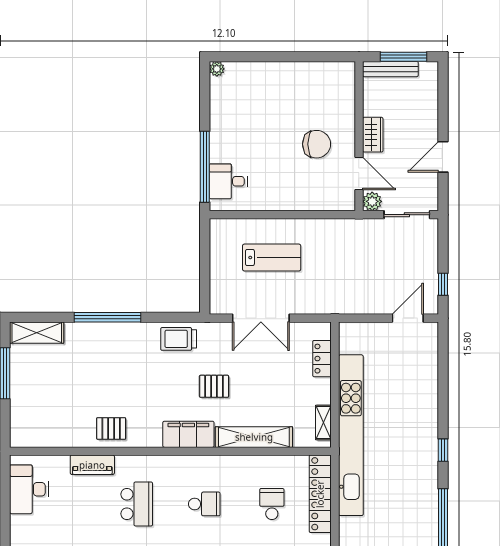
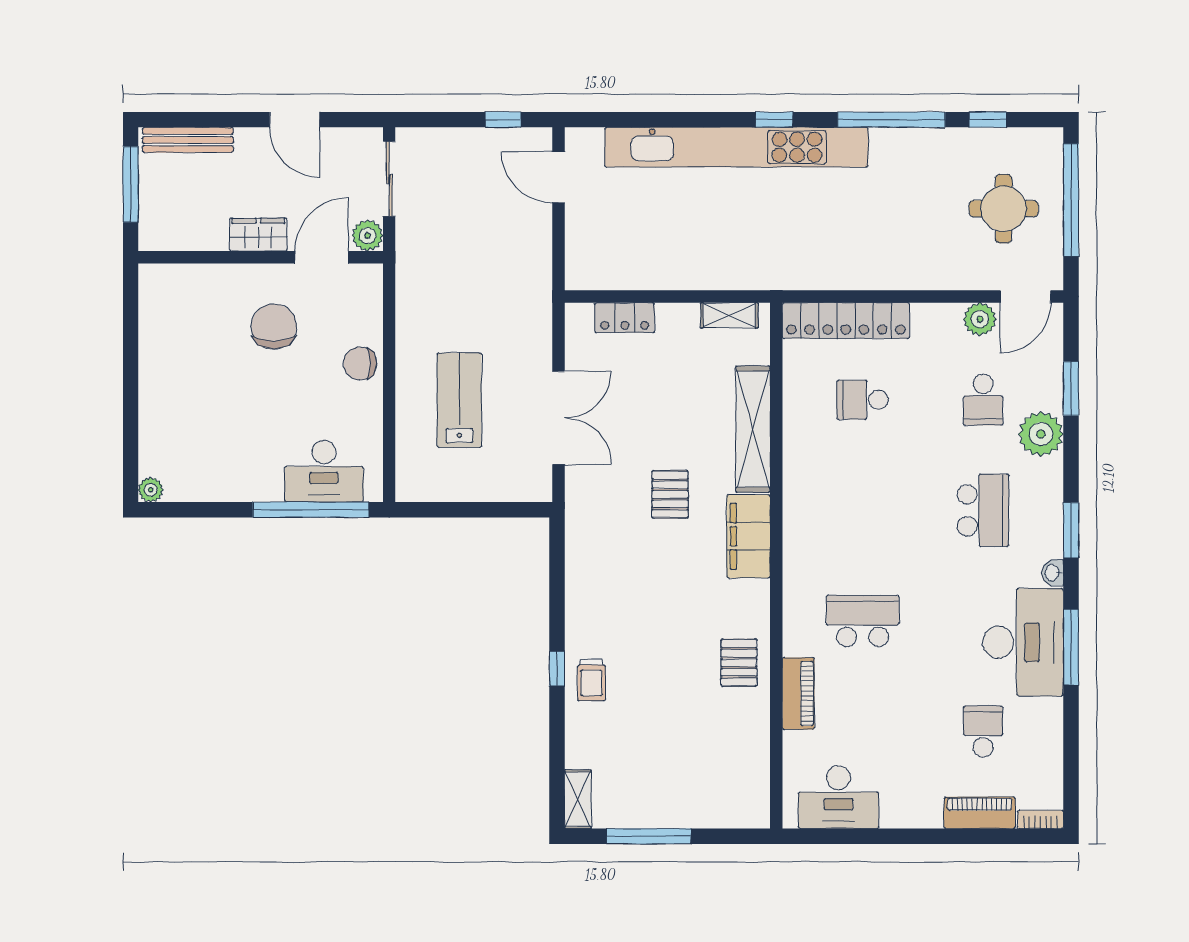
bench: (390, 69) -> (188, 140), moved, turned 90
desk: (228, 181) -> (324, 471), width x1.37
chair: (294, 197) -> (360, 363), added
window: (108, 317) -> (557, 669), width x0.32
shelving: (37, 333) -> (578, 799), width x0.67, depth x0.75
trolley: (179, 339) -> (591, 680), moved, width x0.73, depth x0.72
kitchen unit: (351, 435) -> (736, 147), moved, turned 180
school desk: (204, 504) -> (863, 510), removed

